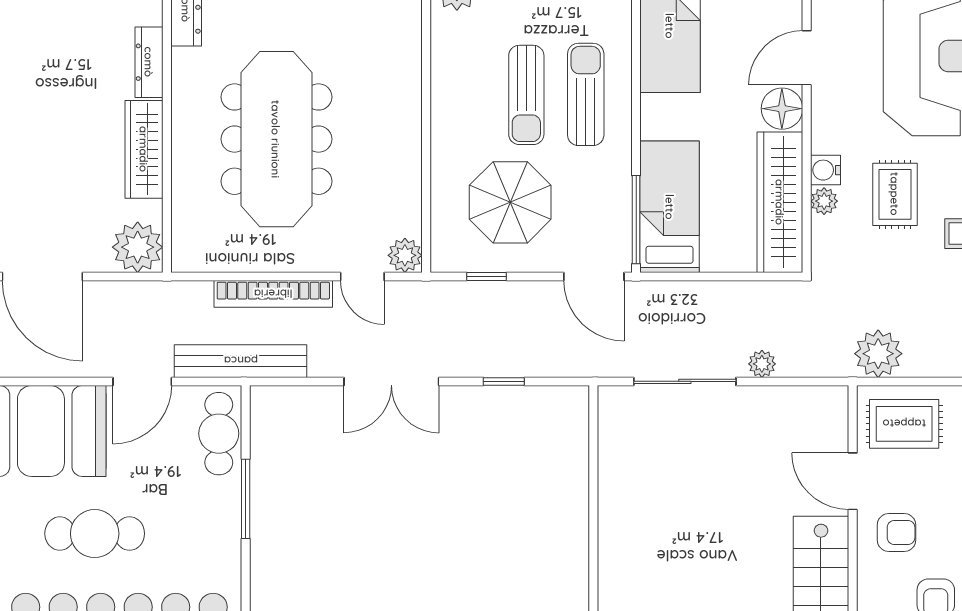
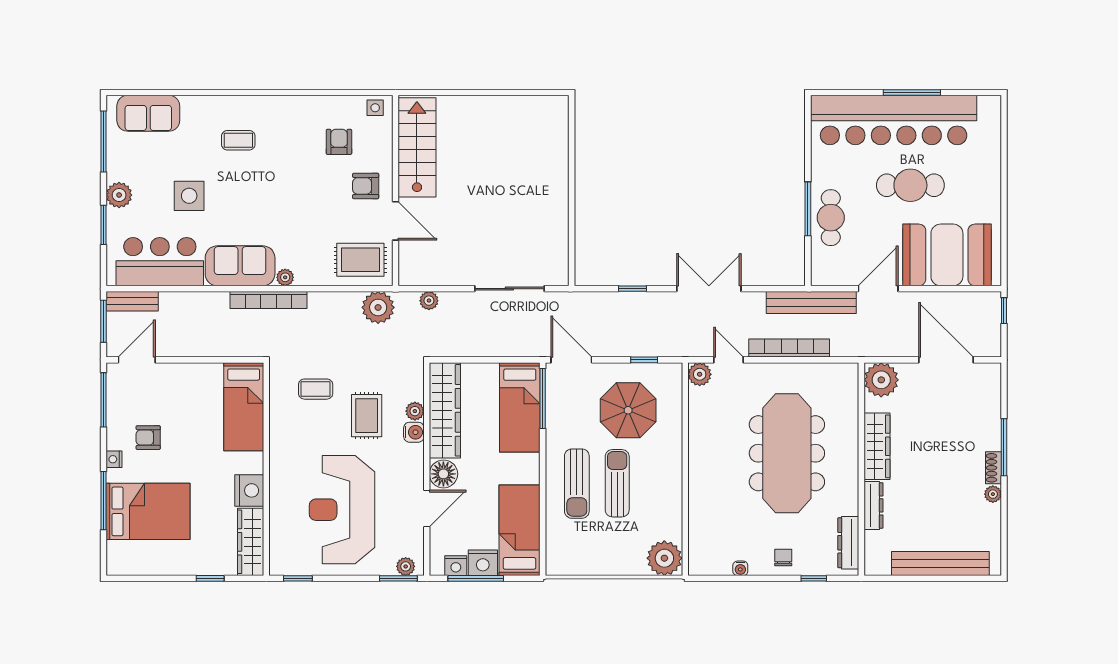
plant: (762, 364) -> (429, 301), moved
cafe table: (219, 434) -> (831, 218), moved

